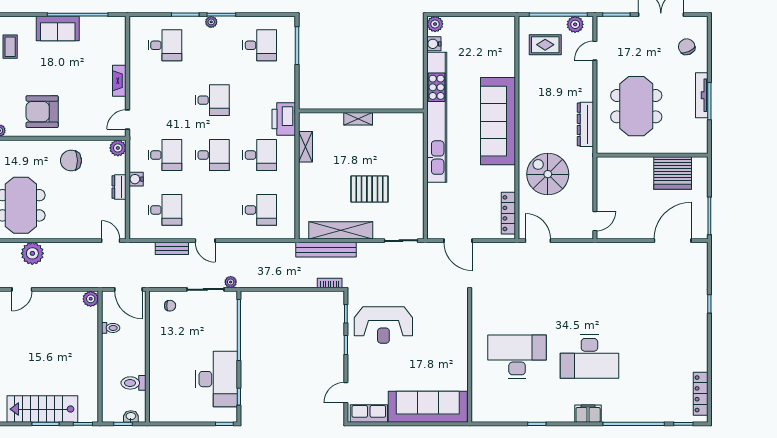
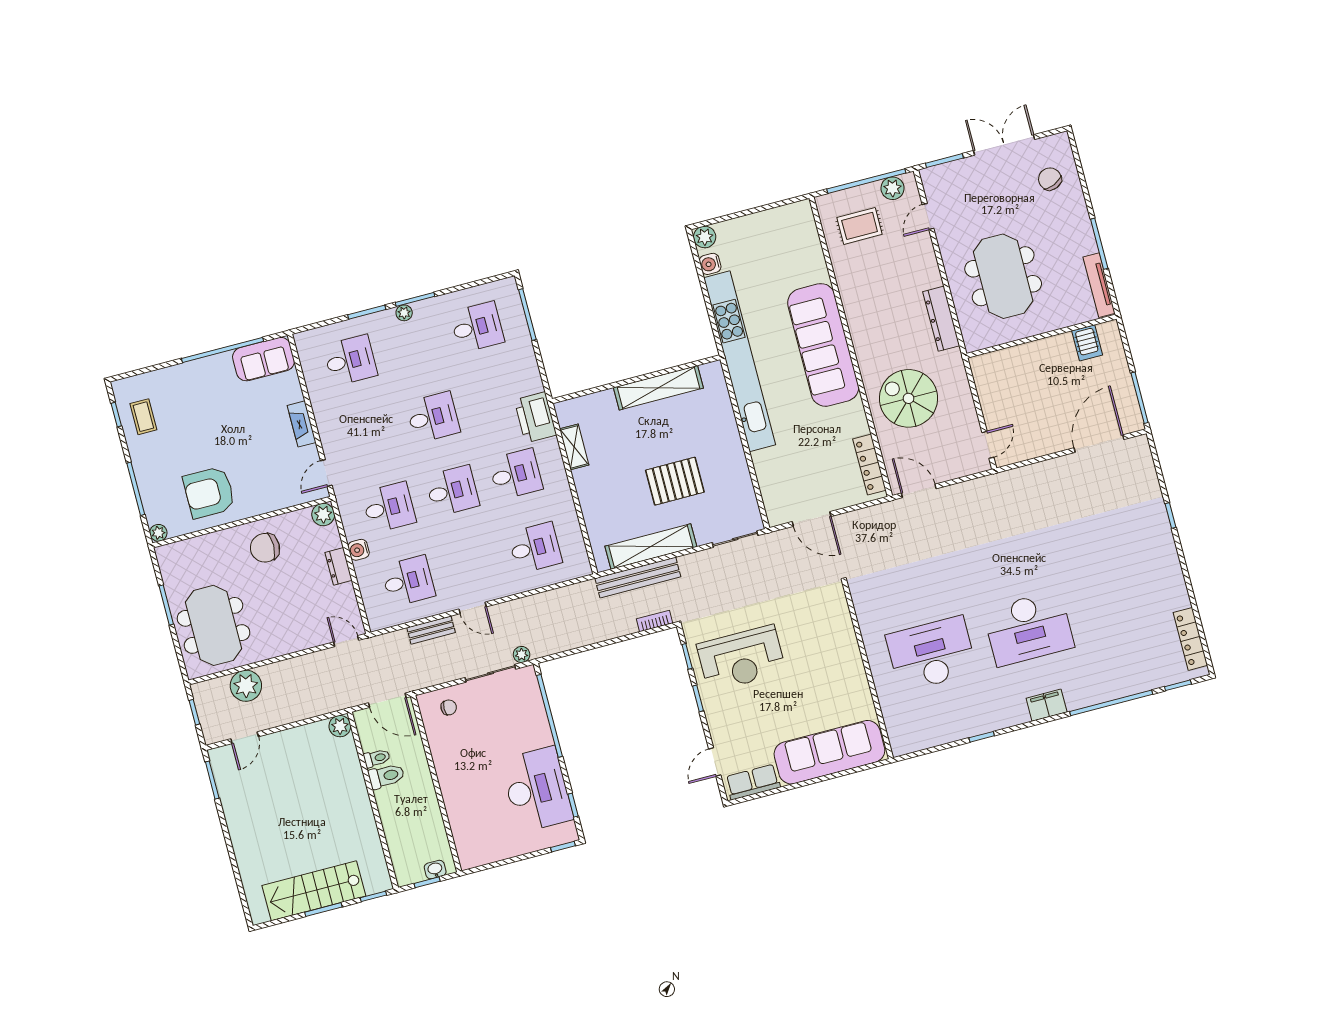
sofa: (58, 28) -> (263, 359), moved
tv unit: (702, 95) -> (1099, 285), moved
shelving: (358, 119) -> (658, 388), width x2.20, depth x1.33
server rack: (673, 173) -> (1087, 343), width x0.46, depth x0.70
toilet: (133, 383) -> (386, 776), moved, turned 180

